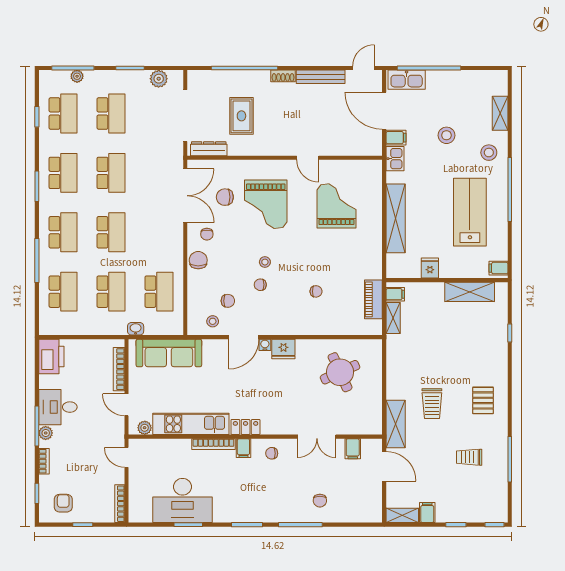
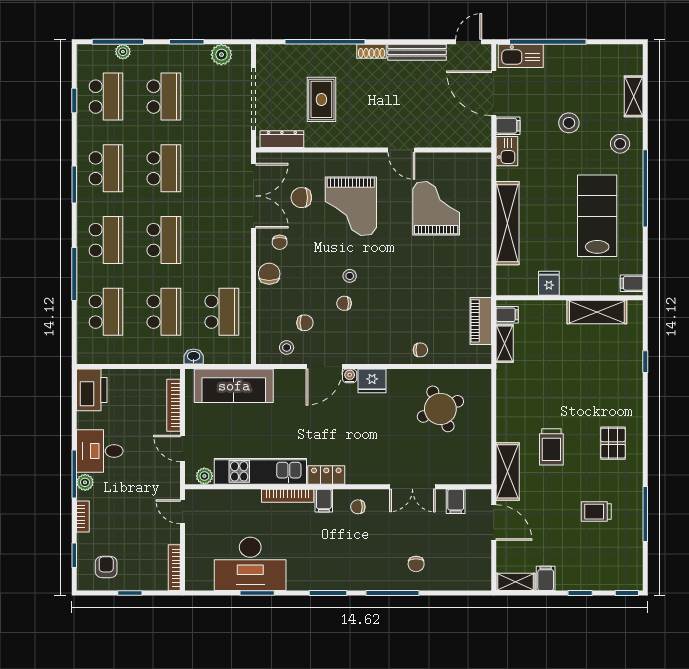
chair: (316, 291) -> (420, 350), moved

